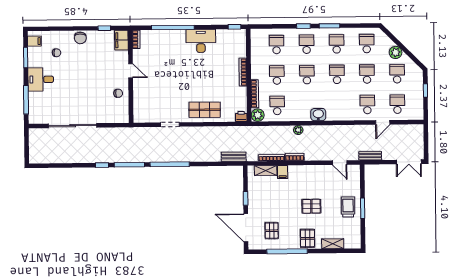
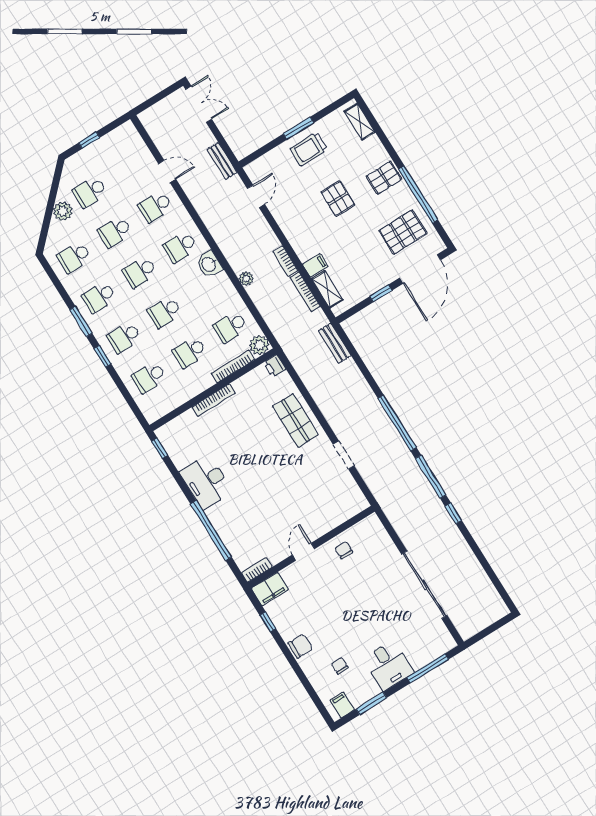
school desk: (397, 104) -> (180, 247), moved
pallet: (272, 231) -> (403, 232), width x1.50, depth x1.42
shelving: (333, 244) -> (360, 122), moved

